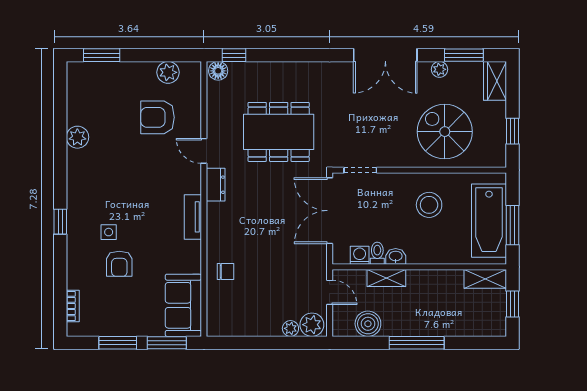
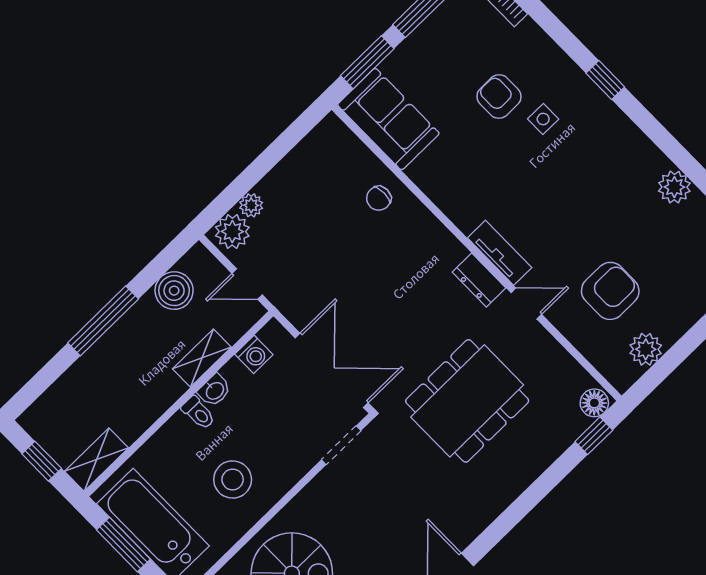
tv unit: (193, 217) -> (500, 253), moved
toilet: (377, 253) -> (198, 413), moved

